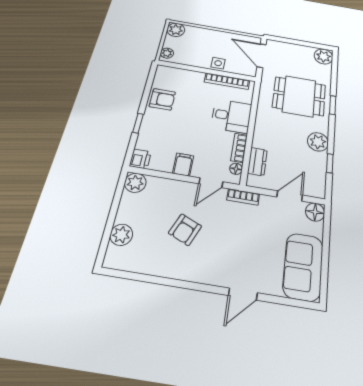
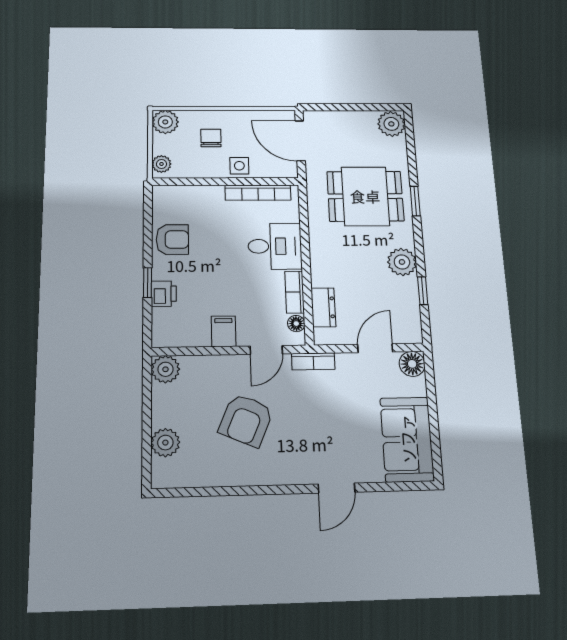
chair: (203, 44) -> (211, 138), added
printer: (140, 159) -> (164, 294), moved
armchair: (185, 230) -> (246, 420), width x1.38, depth x1.38

